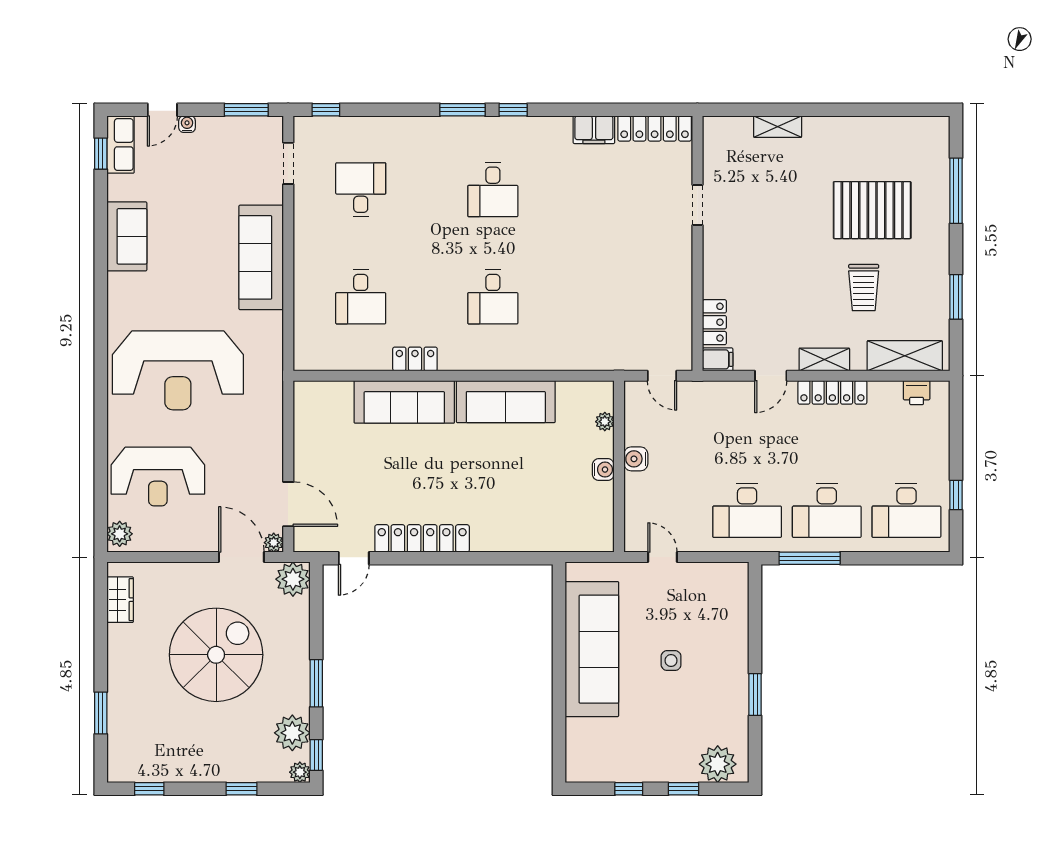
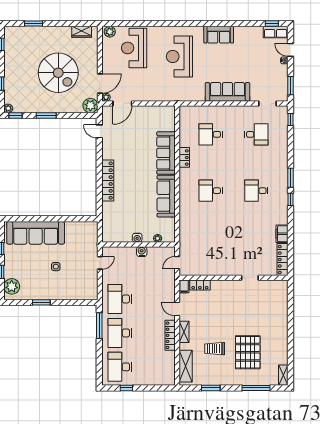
shelving: (778, 127) -> (283, 375), moved
sofa: (127, 236) -> (219, 35), moved
reception desk: (178, 370) -> (179, 56), width x0.74, depth x0.77
printer: (917, 393) -> (170, 371), removed
locker: (422, 538) -> (108, 181), moved
sofa: (592, 649) -> (36, 233), moved
plant: (292, 733) -> (25, 105), removed

